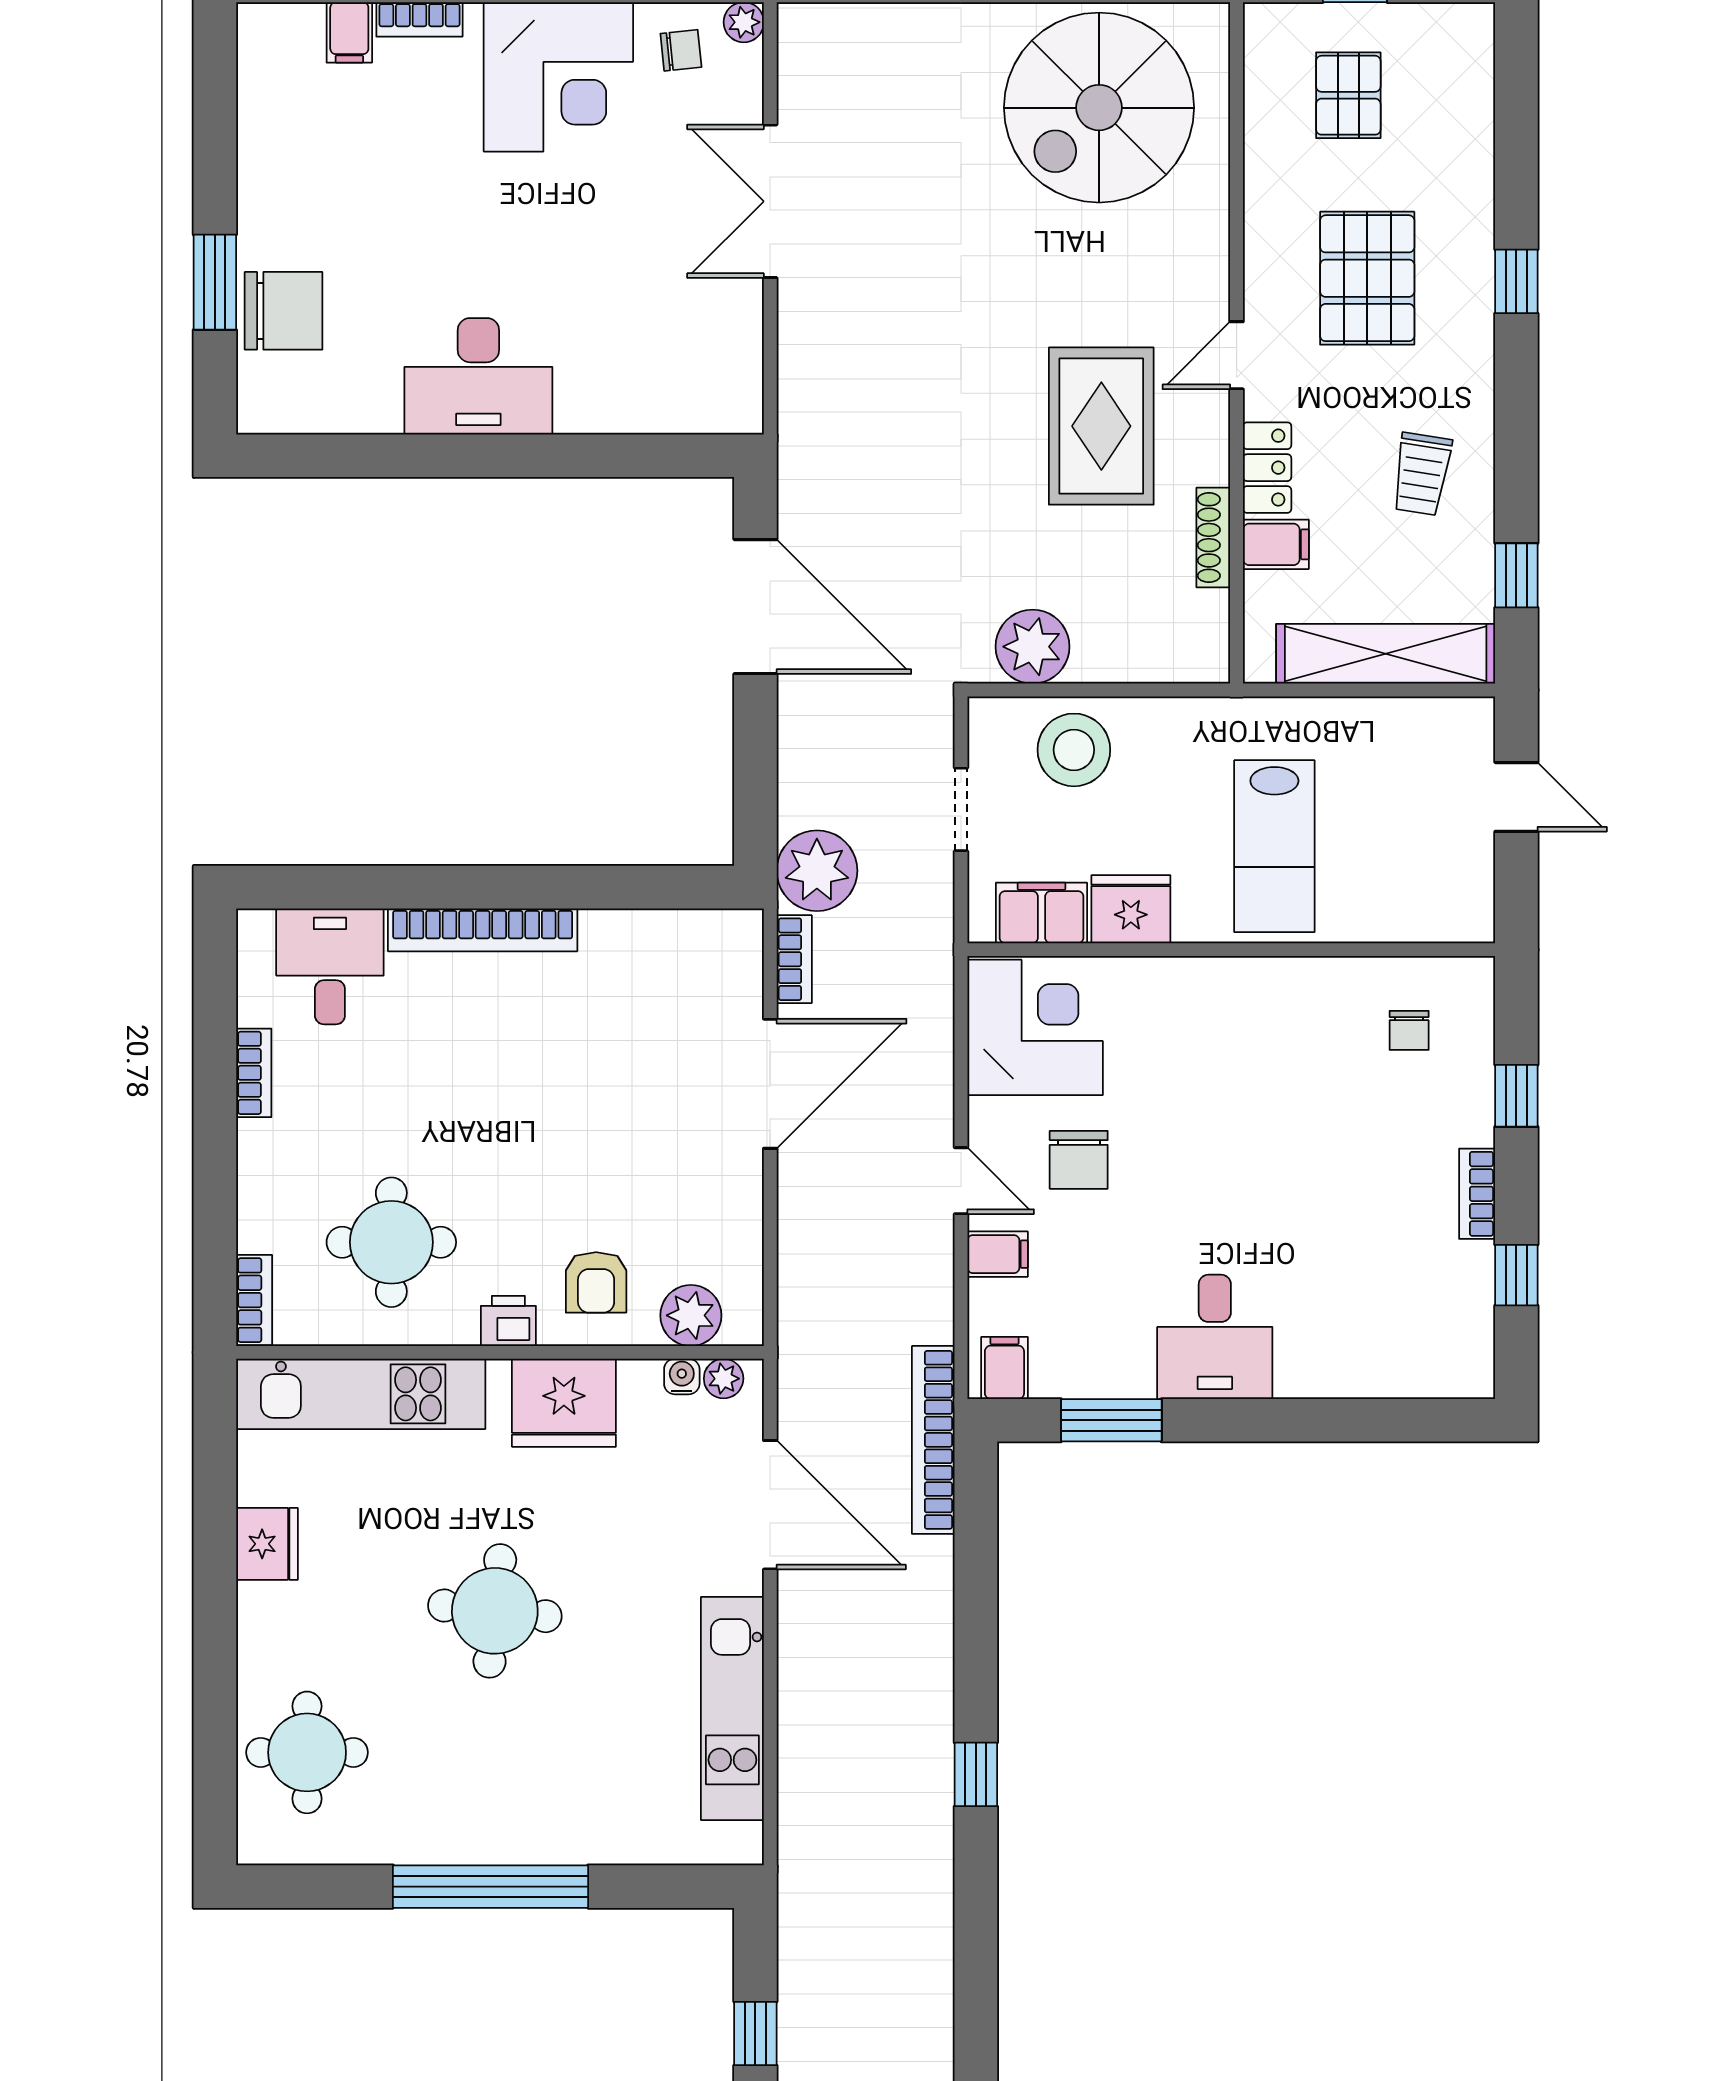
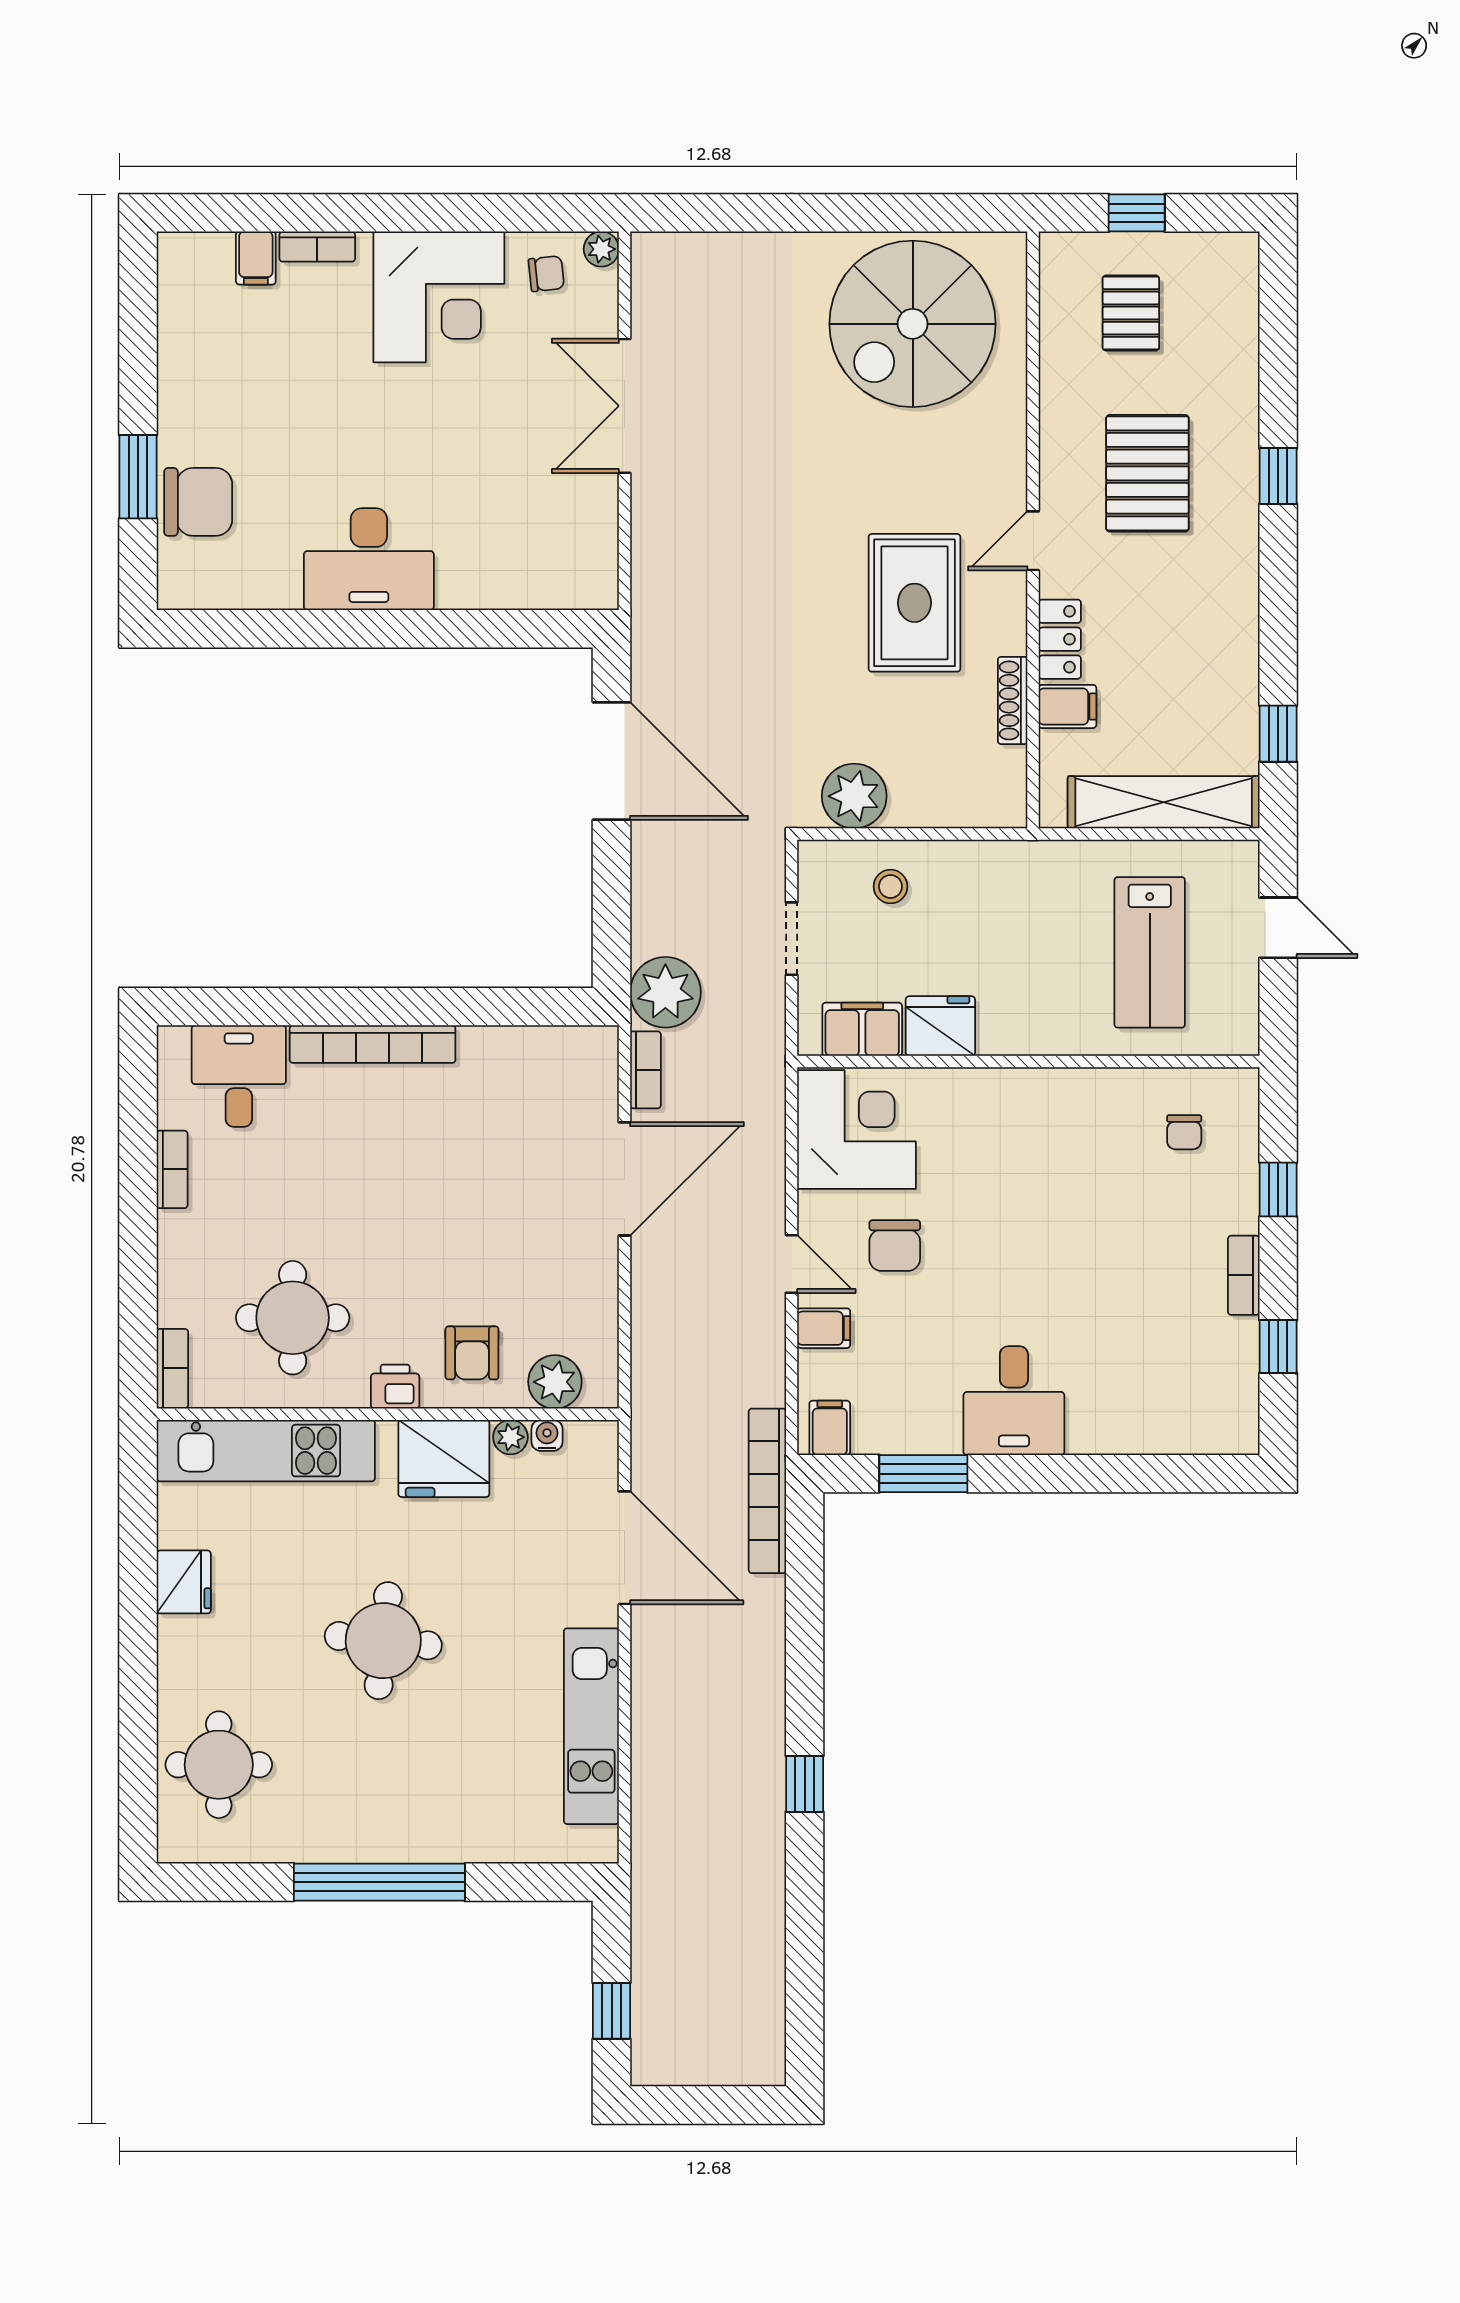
trolley: (1422, 474) -> (1195, 645), removed
stool: (1074, 750) -> (890, 886), width x0.53, depth x0.53
lab bench: (1274, 846) -> (1150, 952), moved
plant: (724, 1379) -> (510, 1437), moved

